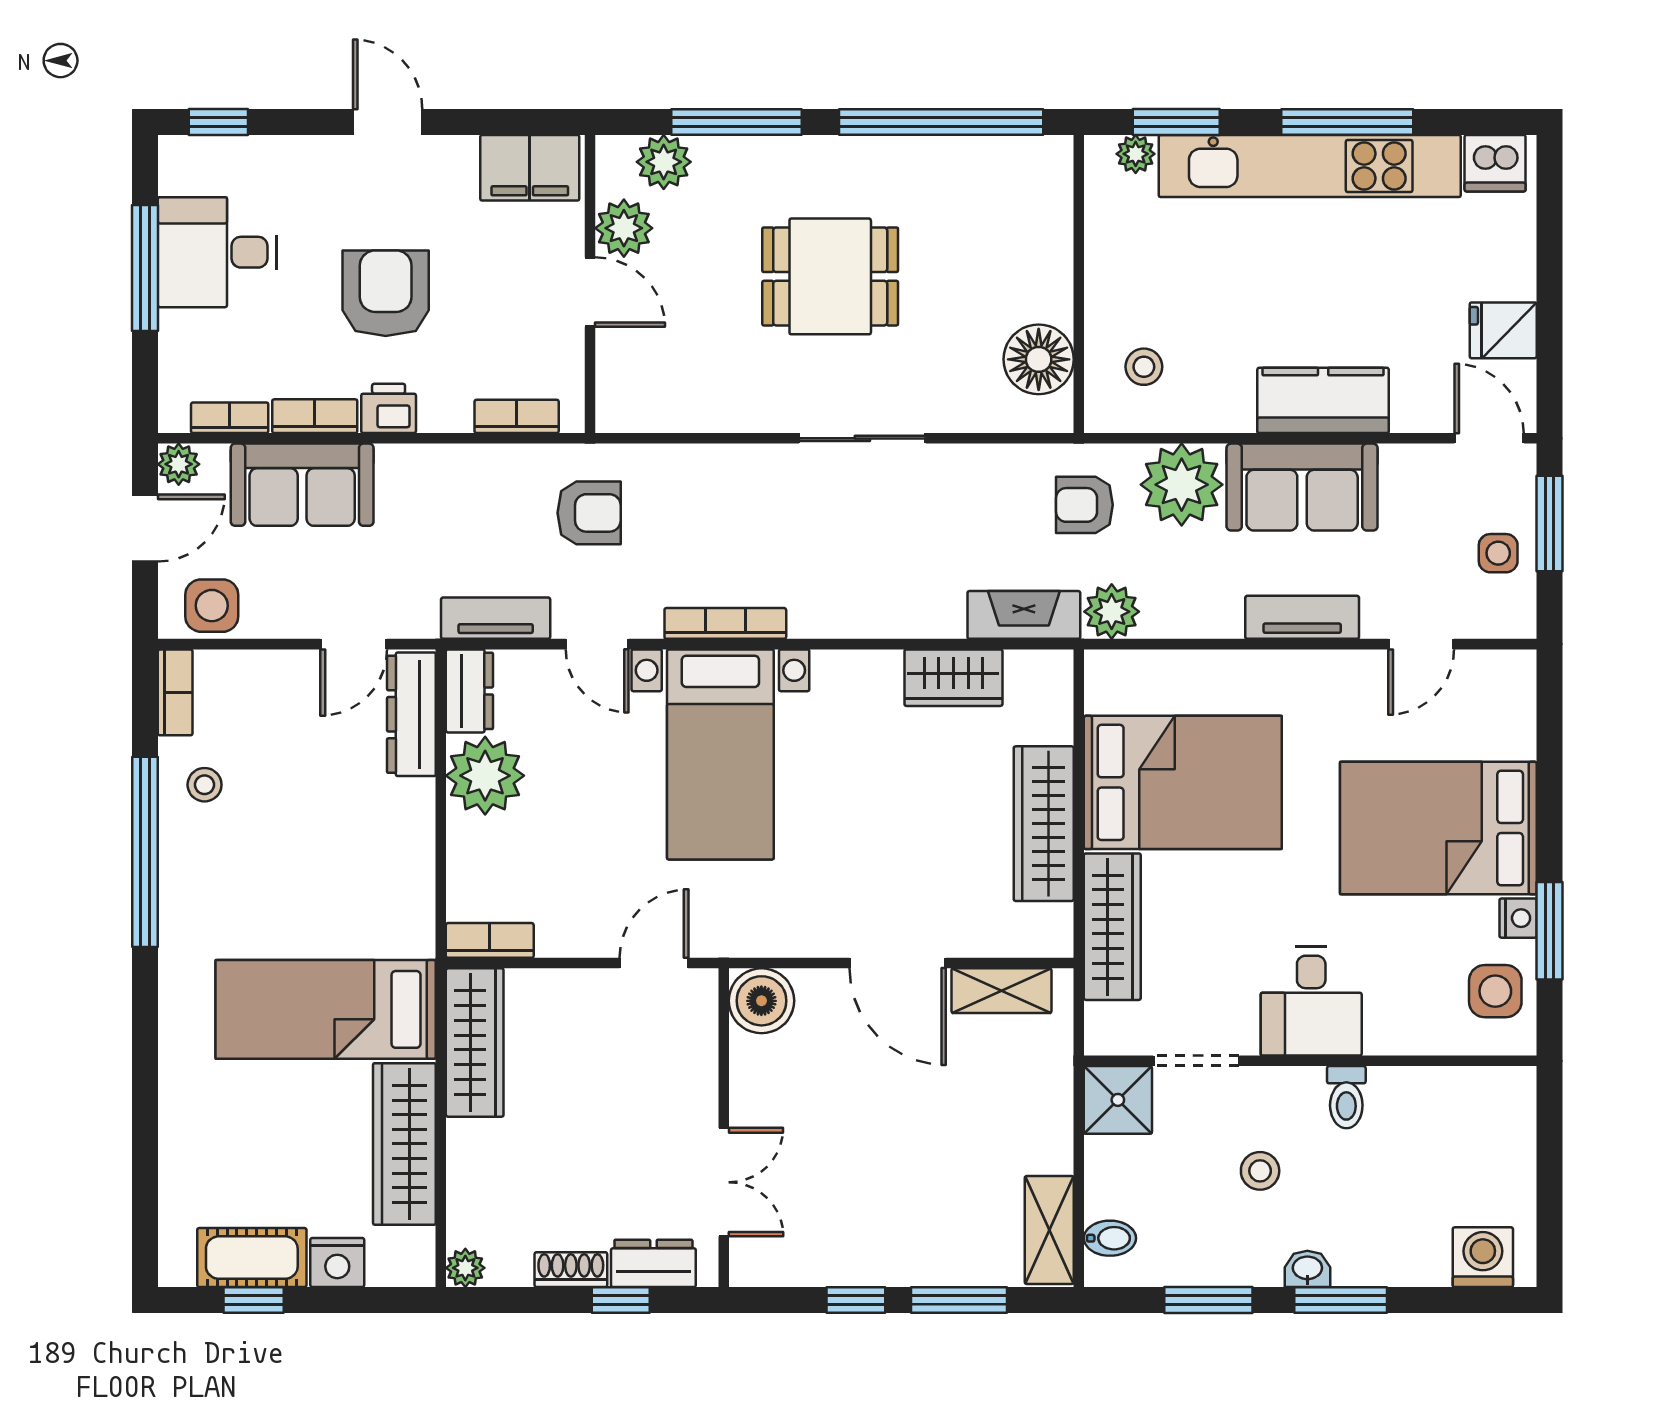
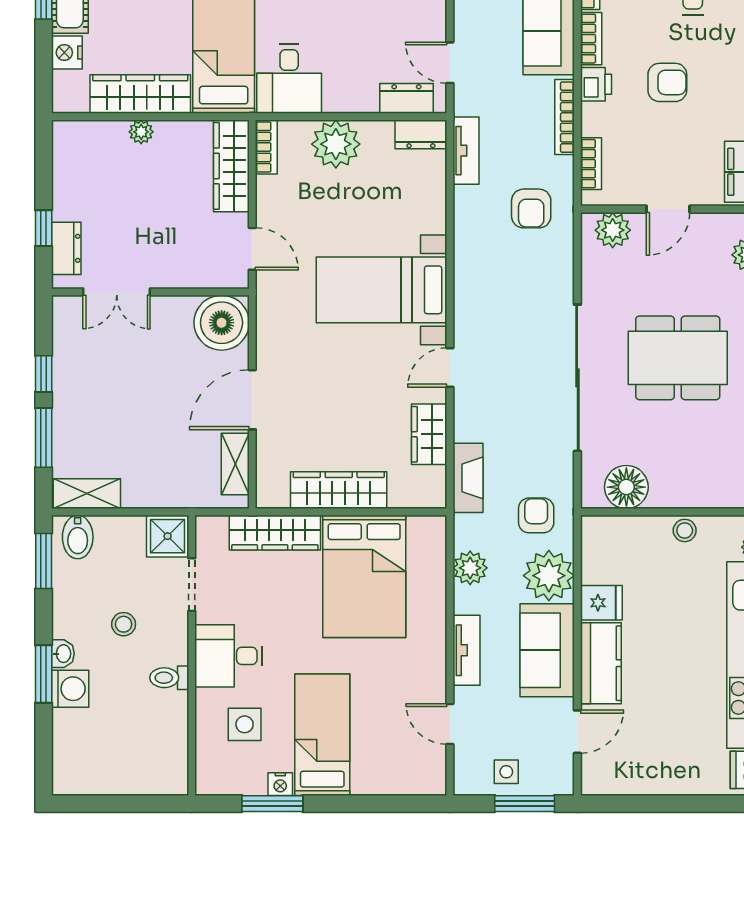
plant: (624, 228) -> (613, 230), moved
dining table: (830, 276) -> (678, 358), width x1.38
armchair: (386, 293) -> (667, 82), width x0.72, depth x0.72
fridge: (1503, 330) -> (601, 603), moved, turned 90
stool: (1144, 367) -> (685, 530), moved
sliding door: (862, 438) -> (577, 378), width x1.86
door: (1489, 438) -> (577, 732), moved
plant: (1112, 612) -> (470, 568), moved
bookcase: (725, 623) -> (565, 117), moved, turned 180
door: (597, 644) -> (450, 367), moved
dresser: (411, 714) -> (406, 98), width x0.70
plant: (485, 776) -> (336, 144), moved
bed: (1438, 828) -> (322, 735), width x0.67
desk: (380, 904) -> (289, 79), added
side table: (1495, 991) -> (245, 724), moved
boiler: (761, 1001) -> (222, 323), width x1.37, depth x1.37
wardrobe: (475, 1043) -> (231, 166), moved, turned 90
bidet: (1110, 1238) -> (78, 537), width x1.38, depth x1.36
washing machine: (1483, 1257) -> (70, 689), moved
plant: (465, 1268) -> (141, 132), moved
shoe rack: (571, 1270) -> (62, 197), removed
window: (1208, 1300) -> (44, 561), moved

